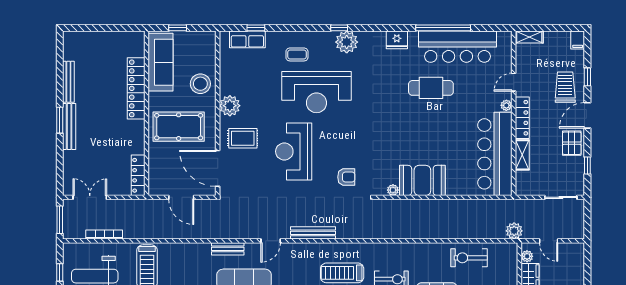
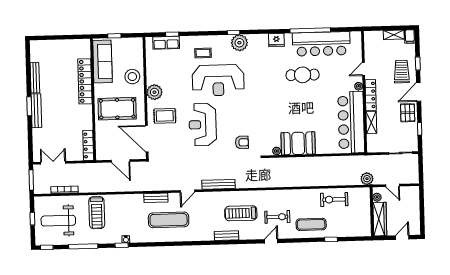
shelving: (529, 37) -> (394, 35), moved

